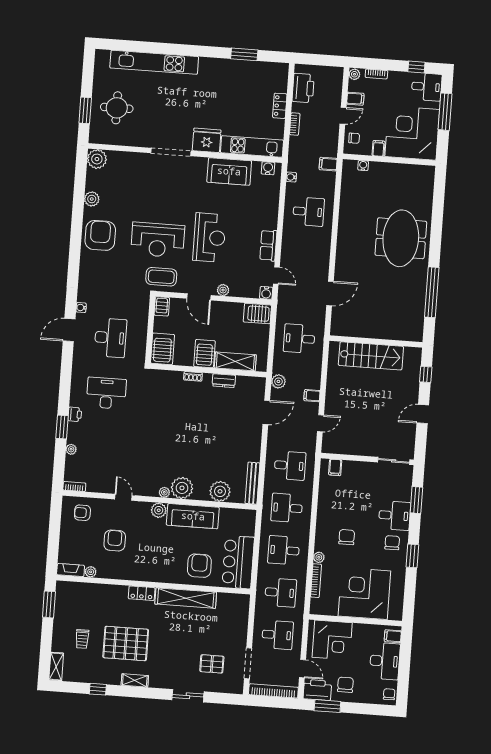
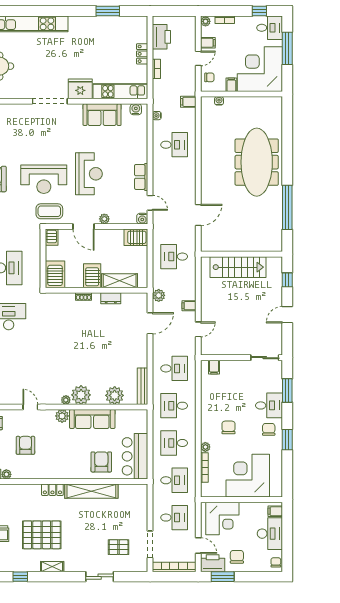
meeting table: (401, 238) -> (257, 162), width x1.36

